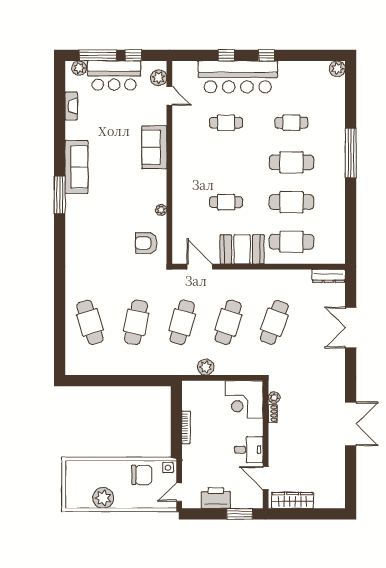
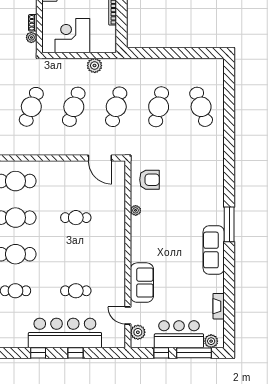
sofa: (154, 147) -> (142, 283), moved
booth: (242, 249) -> (61, 174), removed
corner desk: (244, 399) -> (72, 36), moved, turned -90

